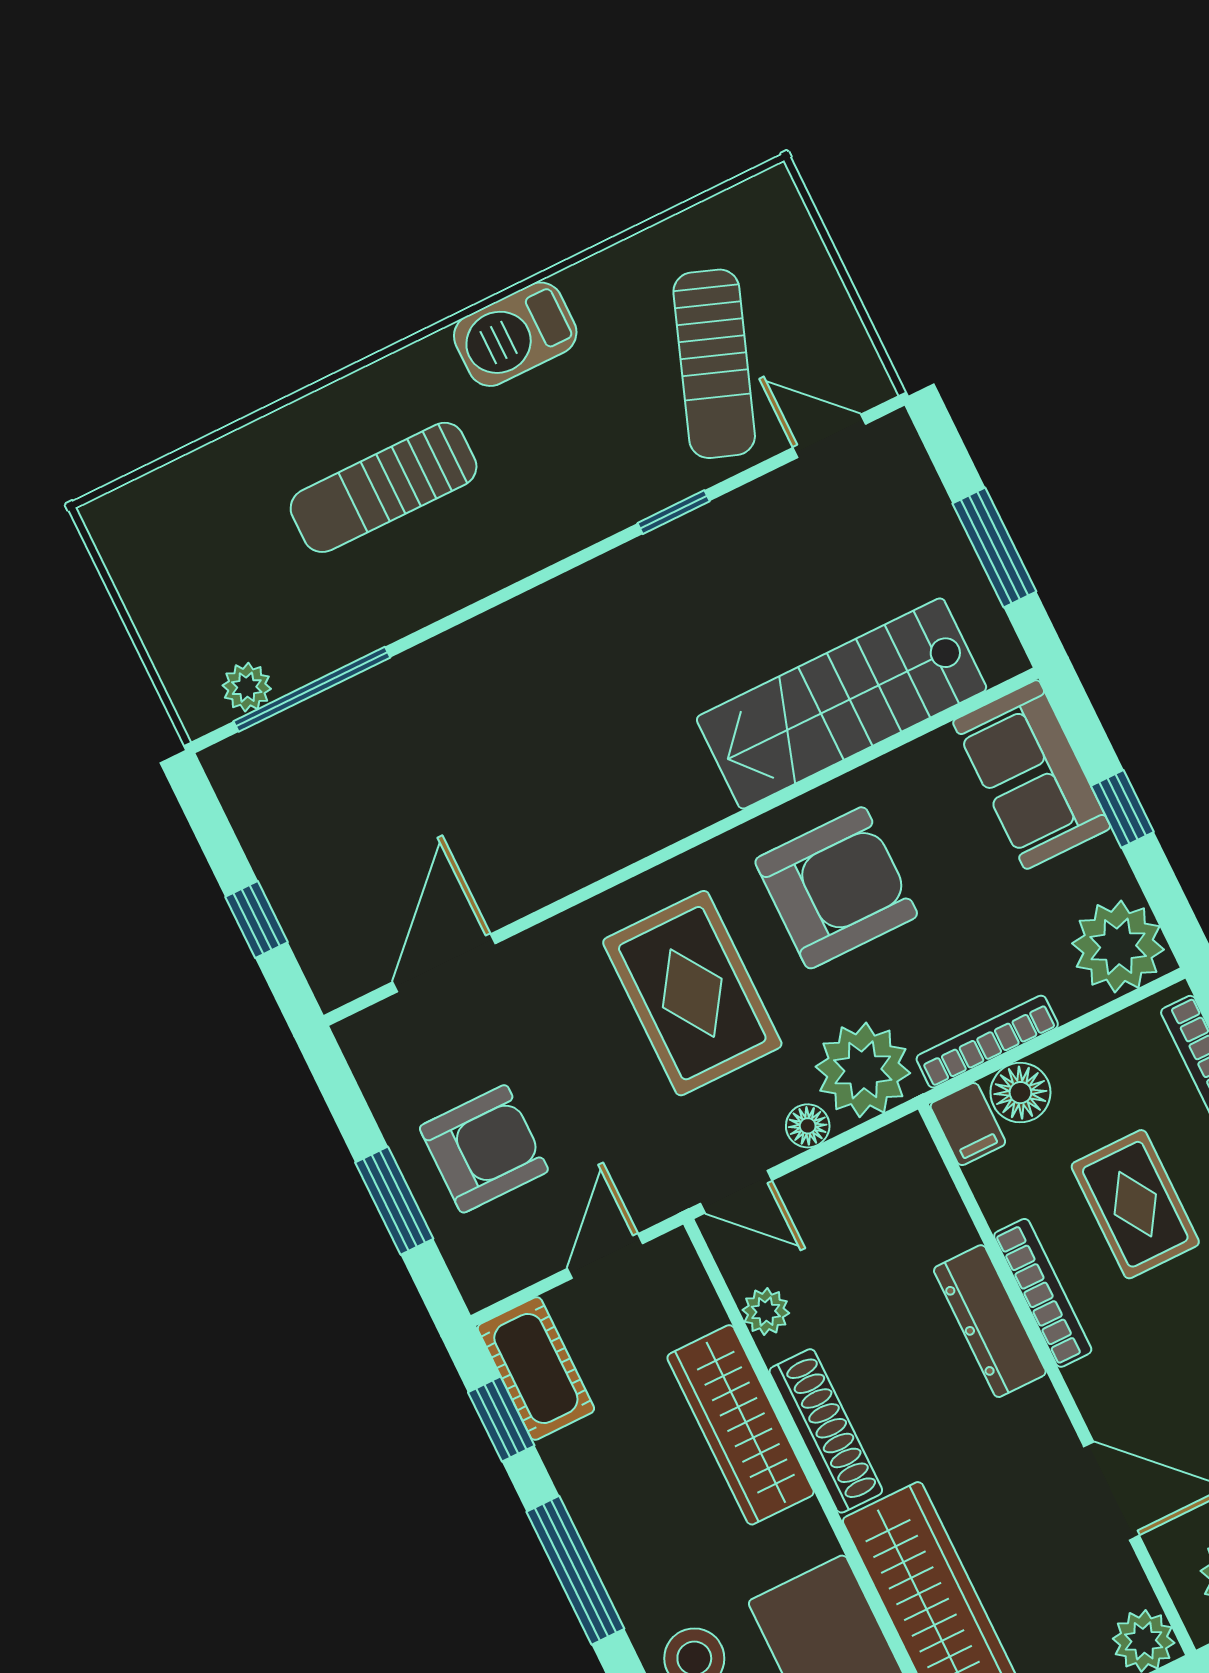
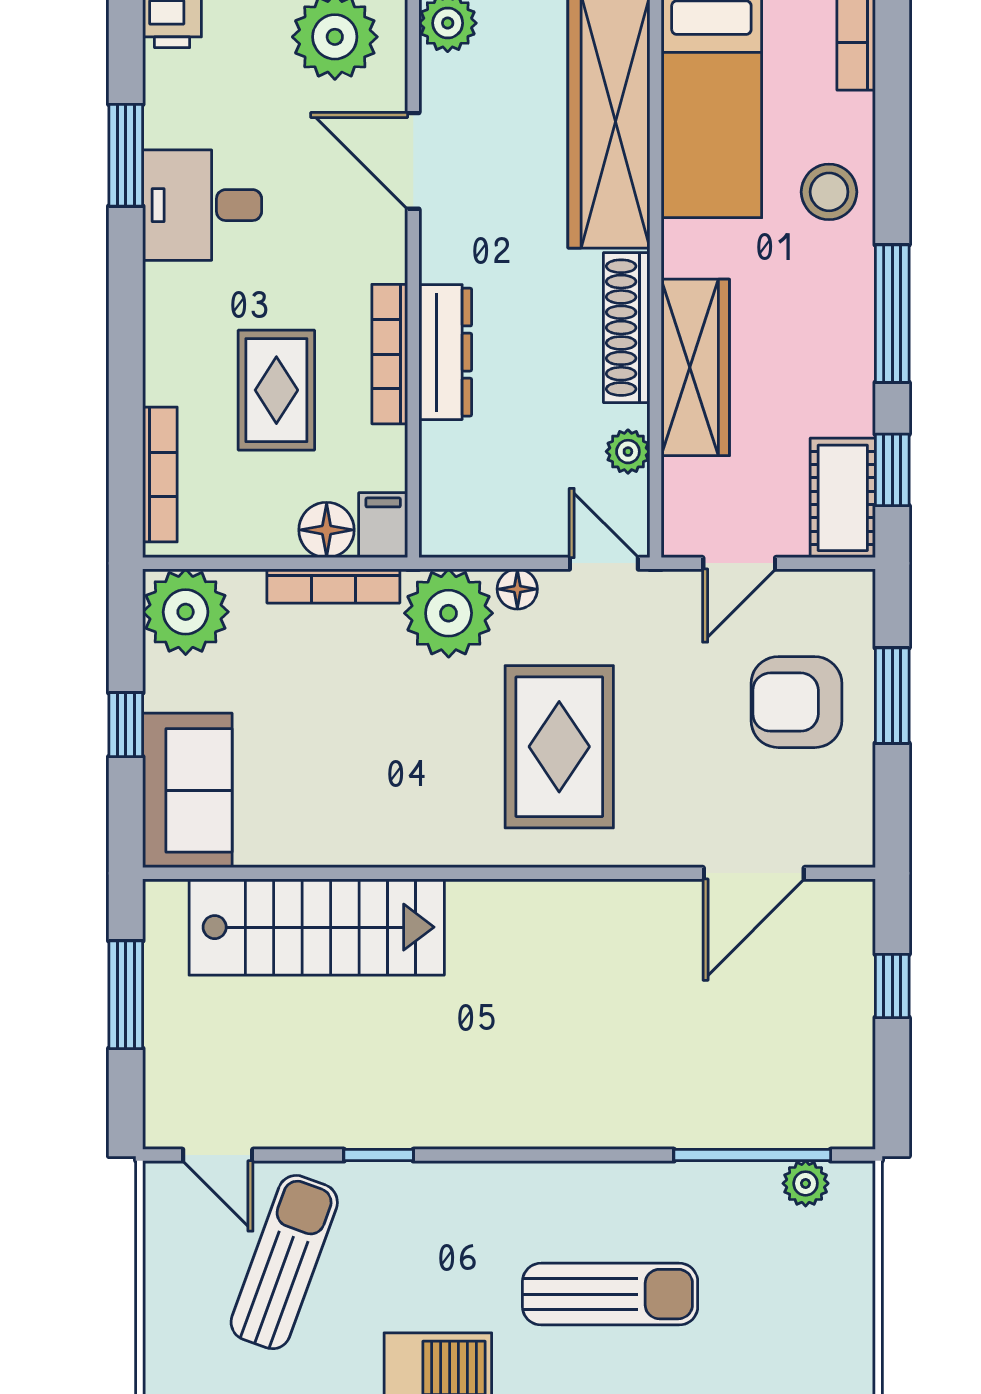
armchair: (836, 888) -> (396, 776), removed

